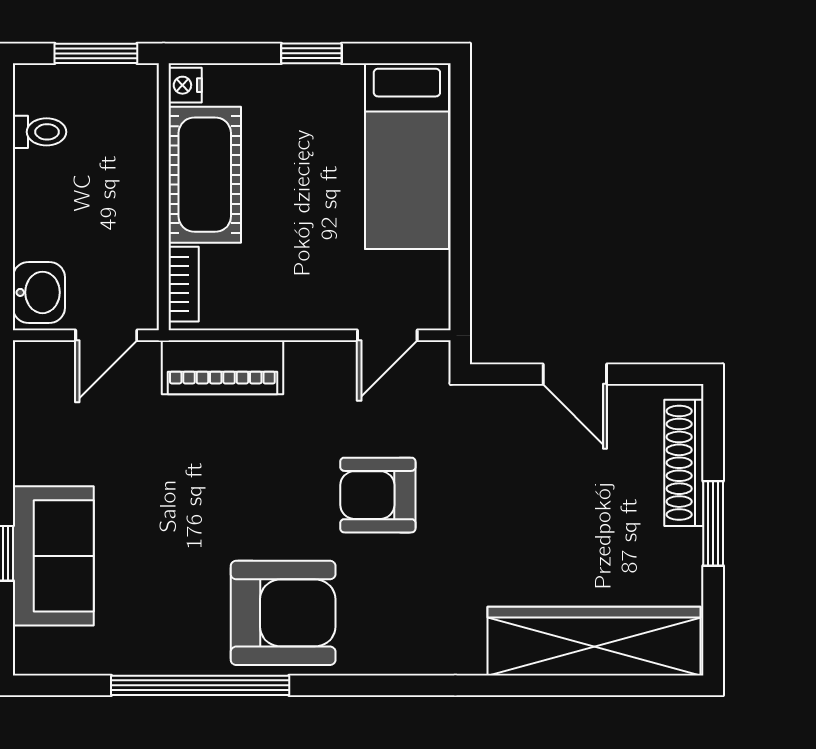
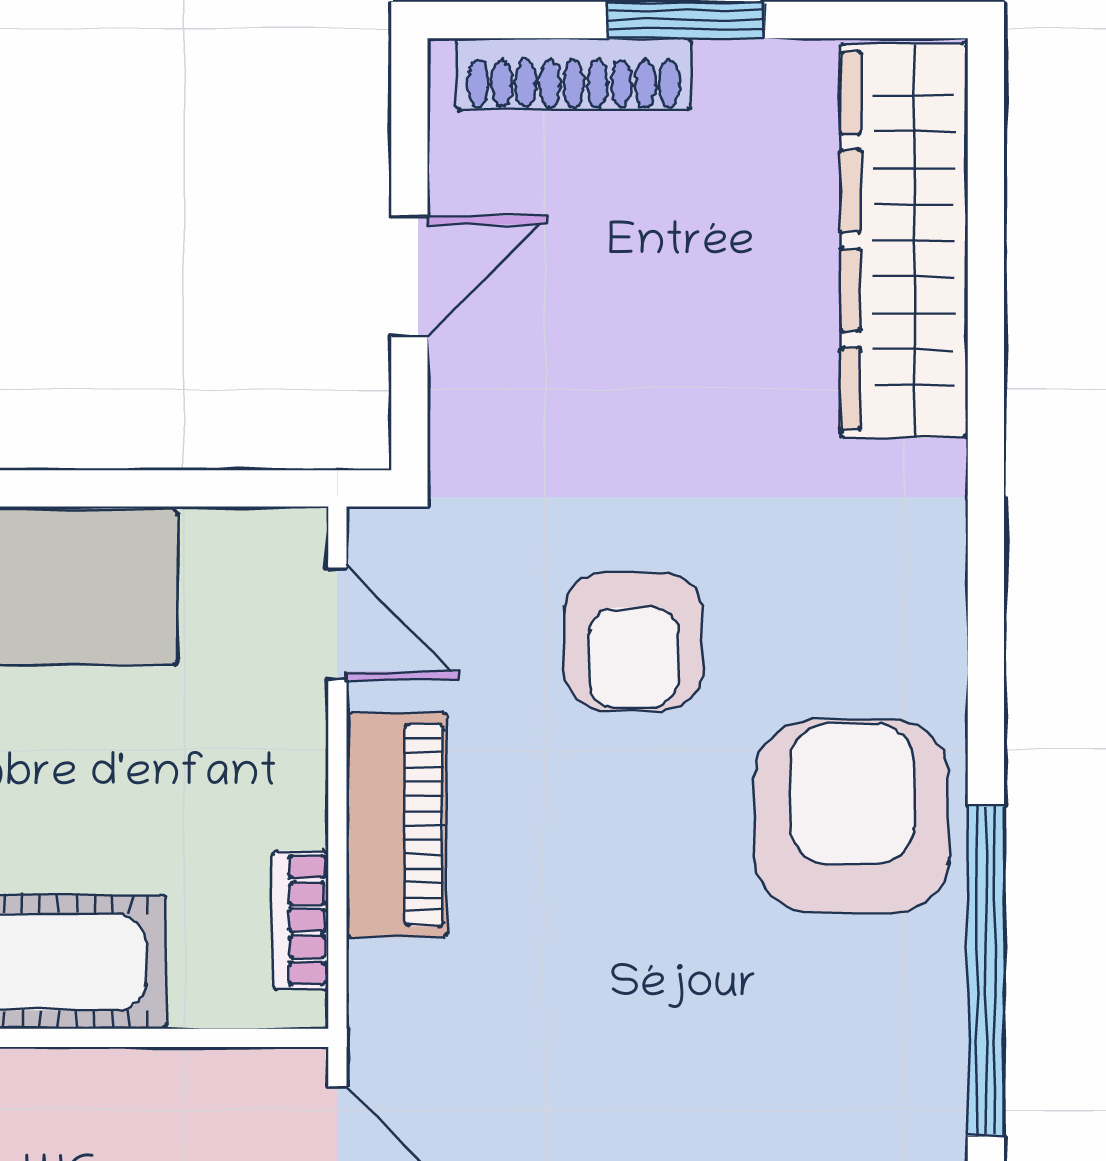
bookcase: (184, 284) -> (301, 920), moved, turned -90
piano: (222, 367) -> (397, 825), moved

